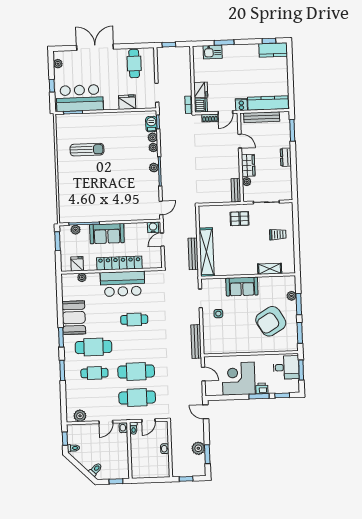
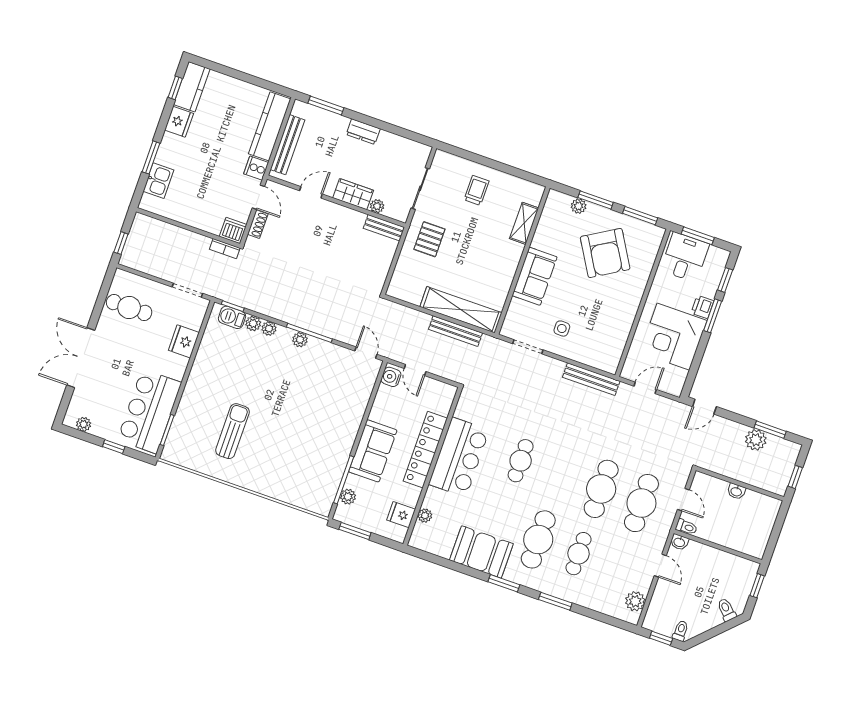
fridge: (201, 90) -> (179, 122), moved, turned 90

